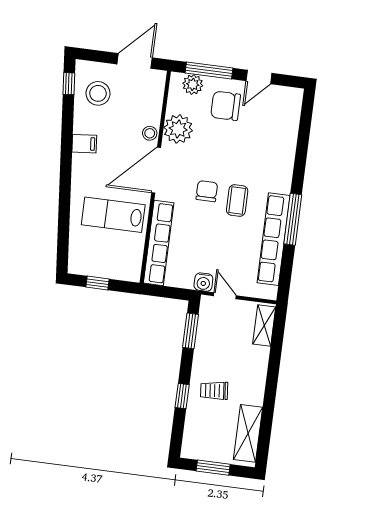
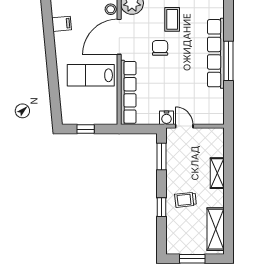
coffee table: (237, 201) -> (172, 19), moved
row of seats: (274, 239) -> (216, 53), moved
shelving: (264, 326) -> (217, 173), moved

